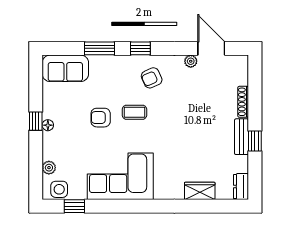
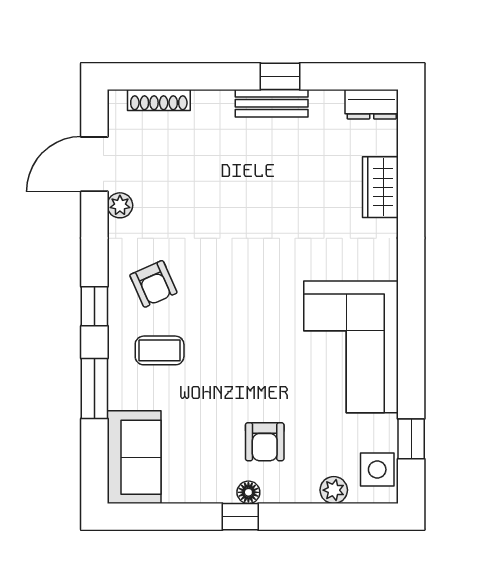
shoe rack: (243, 102) -> (159, 100), moved
coffee table: (134, 112) -> (160, 350), moved, turned 90
armchair: (101, 118) -> (265, 442), moved

